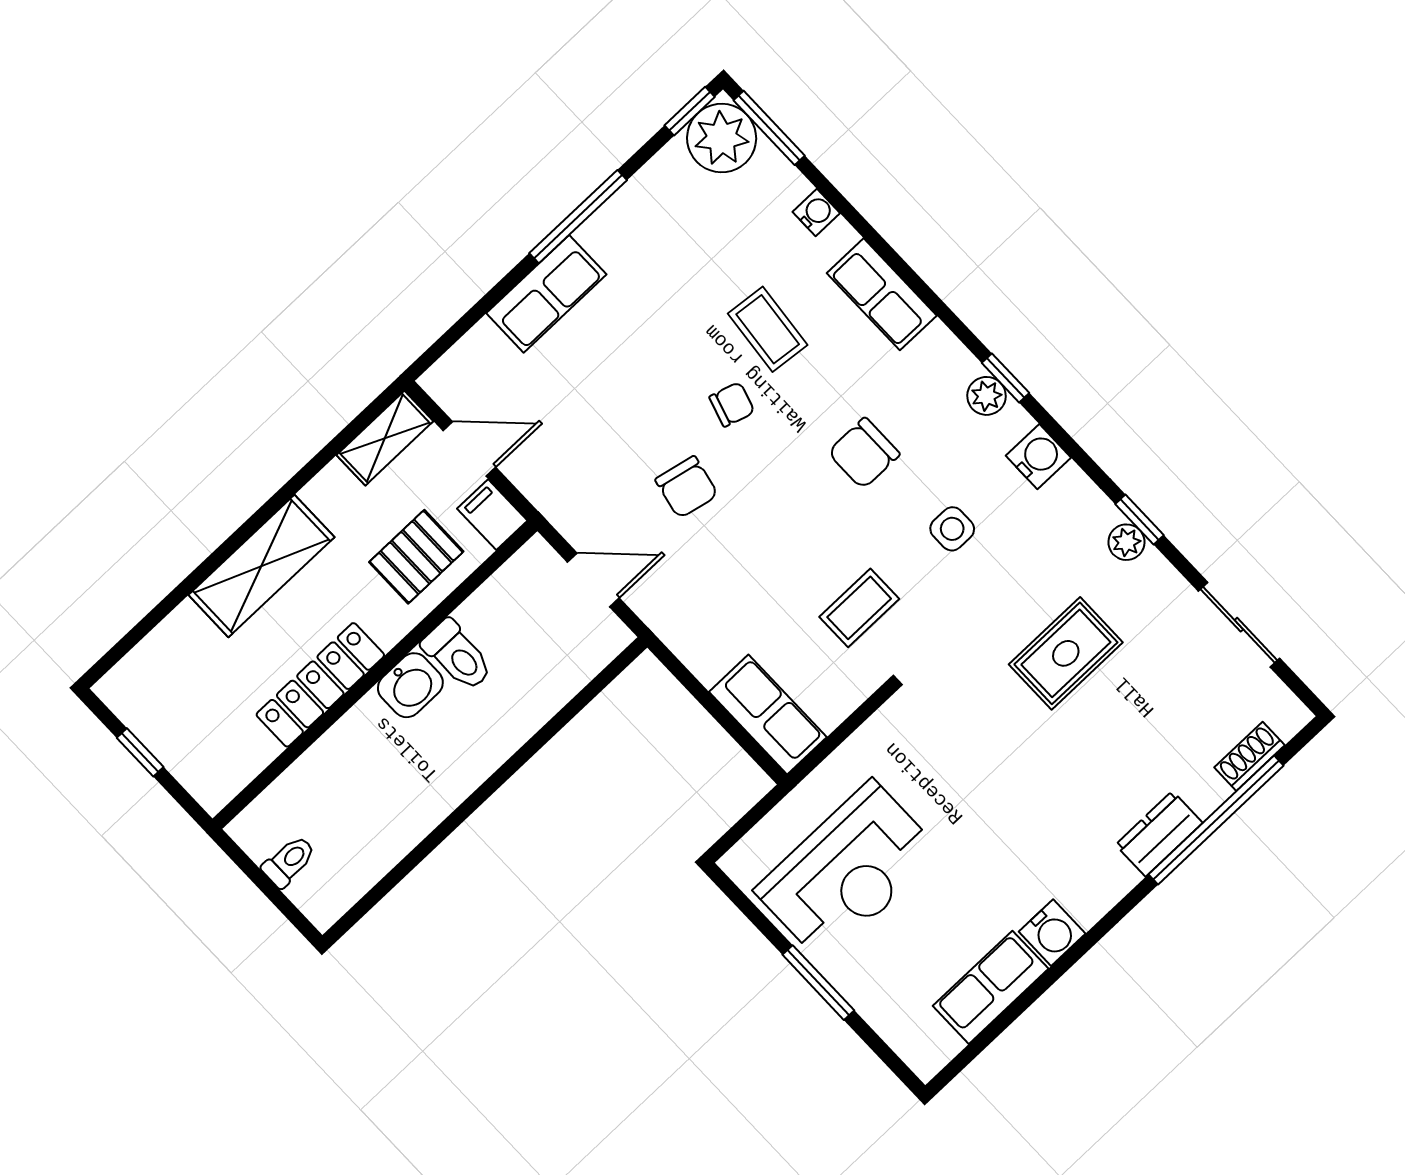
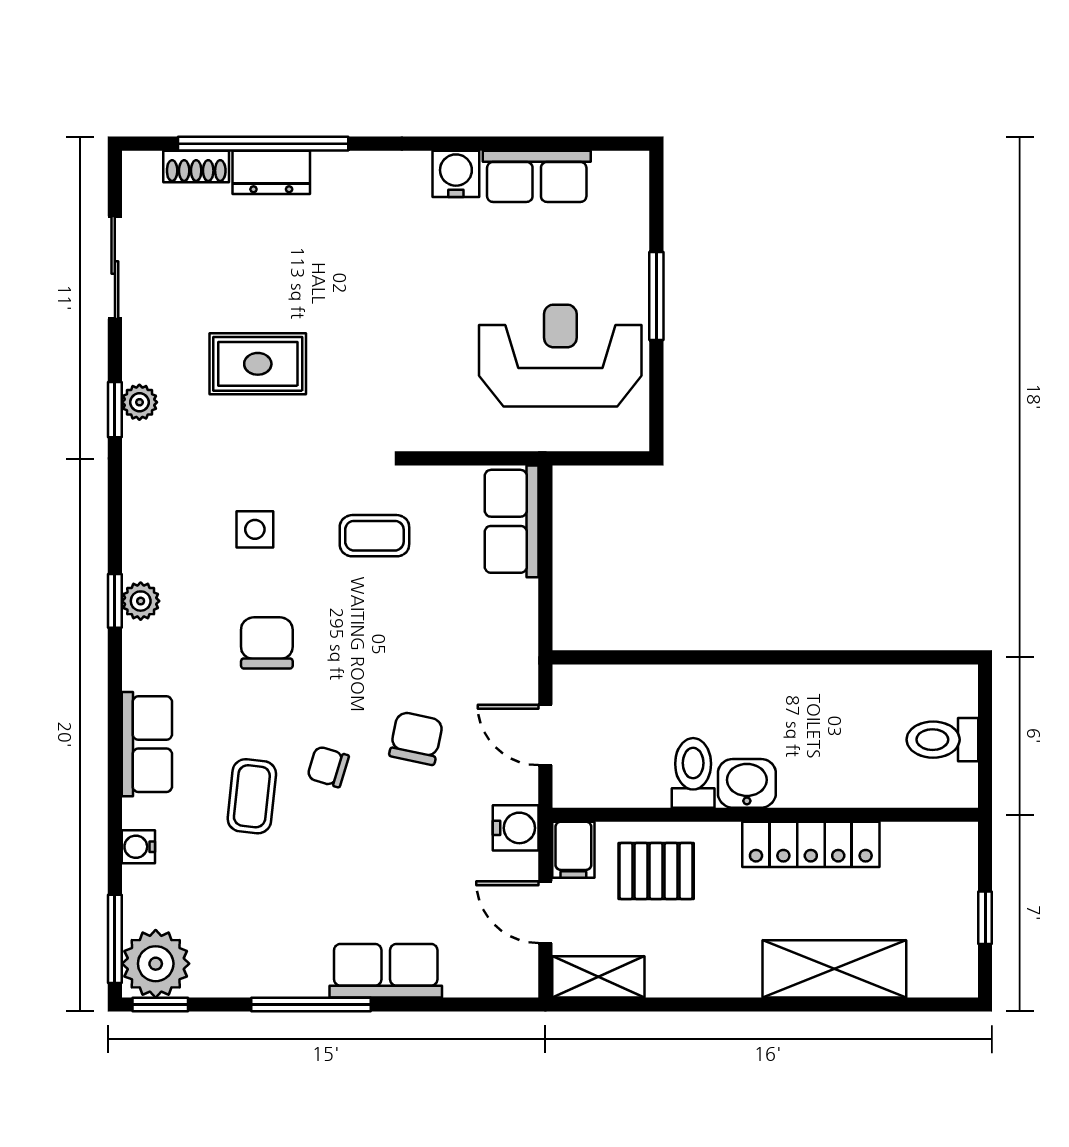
chair: (864, 453) -> (267, 643), turned -90
water cooler: (1038, 457) -> (516, 828), moved, turned 180
shelving: (261, 566) -> (834, 969), moved
dresser: (1159, 834) -> (271, 172), moved
toilet: (289, 861) -> (942, 740), width x1.37, depth x1.39

